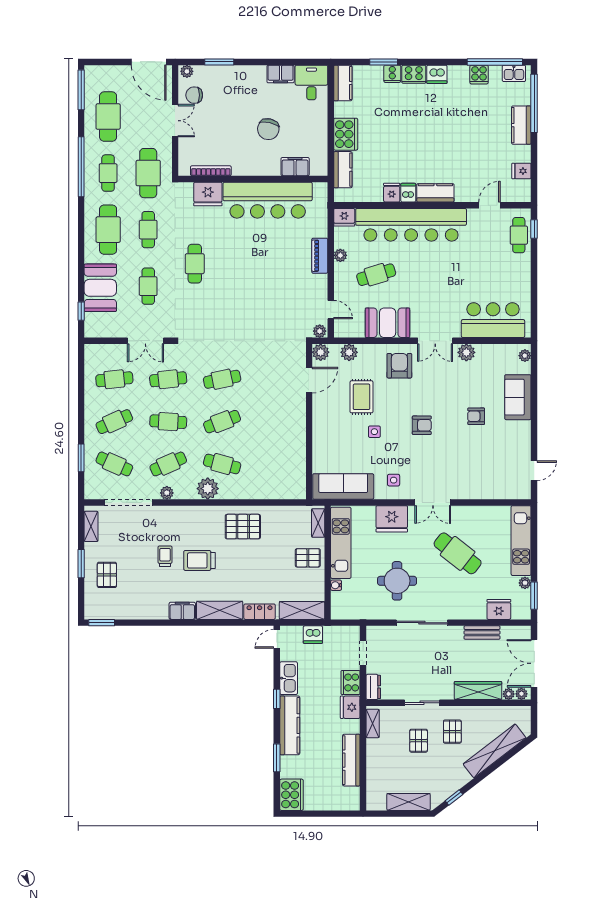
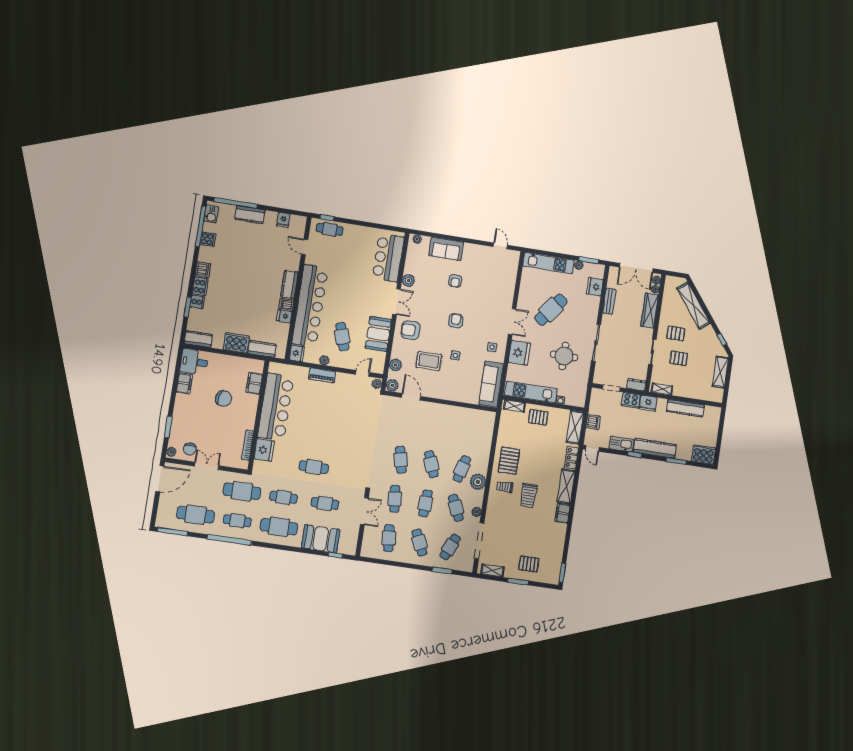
trolley: (165, 556) -> (505, 487), moved
pallet: (308, 558) -> (538, 417), turned 90

